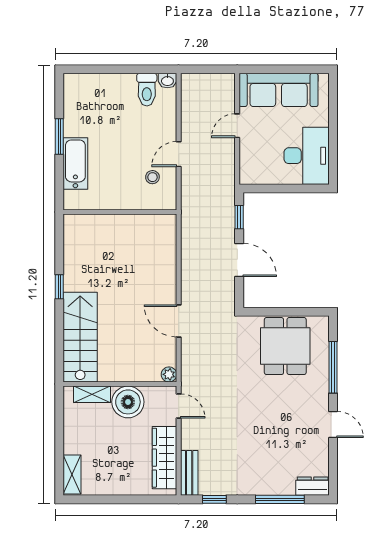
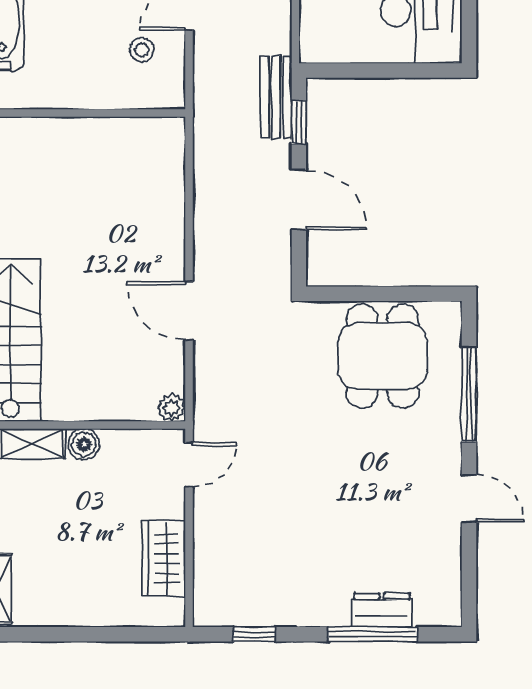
boiler: (128, 402) -> (84, 444), width x0.54, depth x0.54
door: (179, 406) -> (189, 465), hinge flipped
wardrobe: (165, 458) -> (164, 559), width x0.67
bench: (189, 473) -> (276, 97), moved
dresser: (313, 486) -> (382, 610), moved

